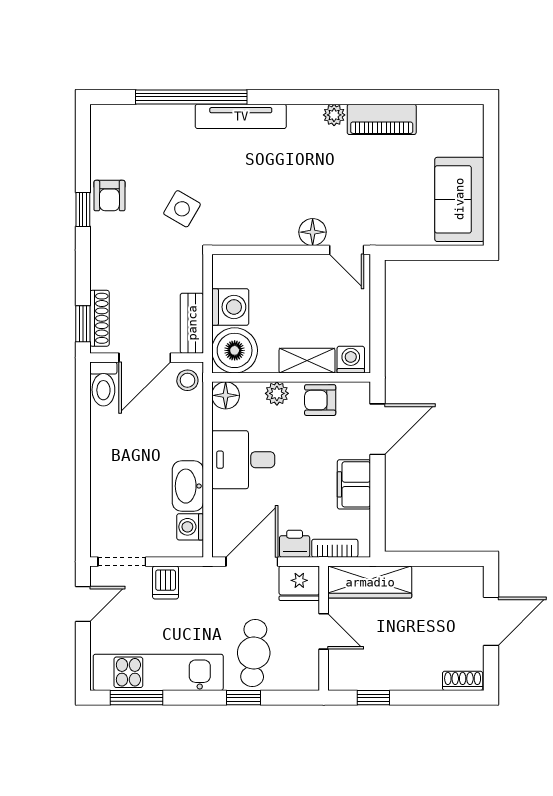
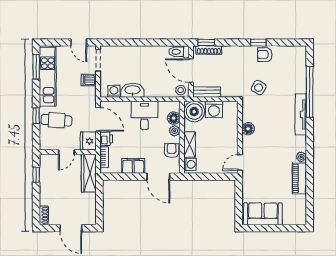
floor lamp: (313, 232) -> (248, 129), moved
floor lamp: (226, 395) -> (174, 118), moved

